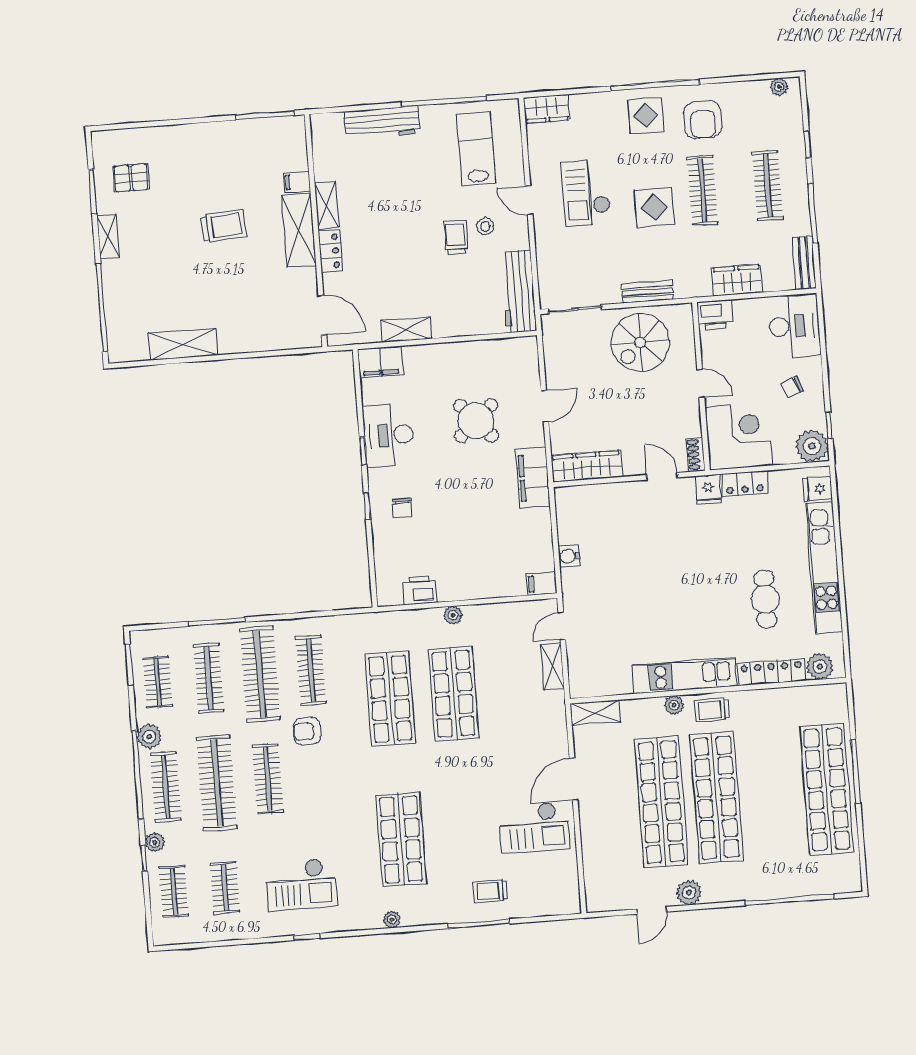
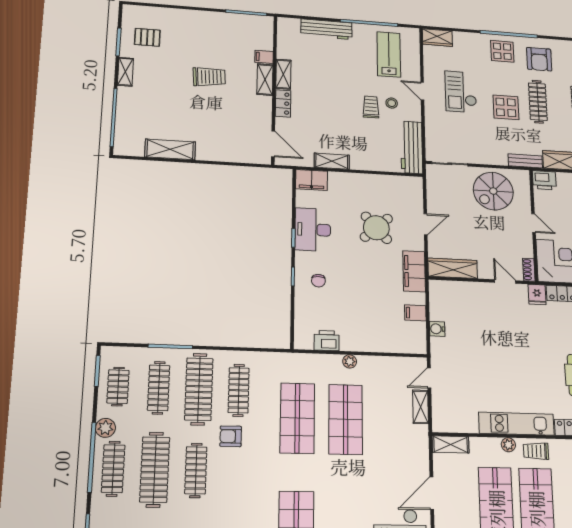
shelving: (299, 230) -> (265, 80), width x0.67, depth x0.75
bench: (647, 292) -> (525, 161), moved
filing cabinet: (541, 583) -> (415, 313), moved
plant: (155, 842) -> (98, 512), removed

